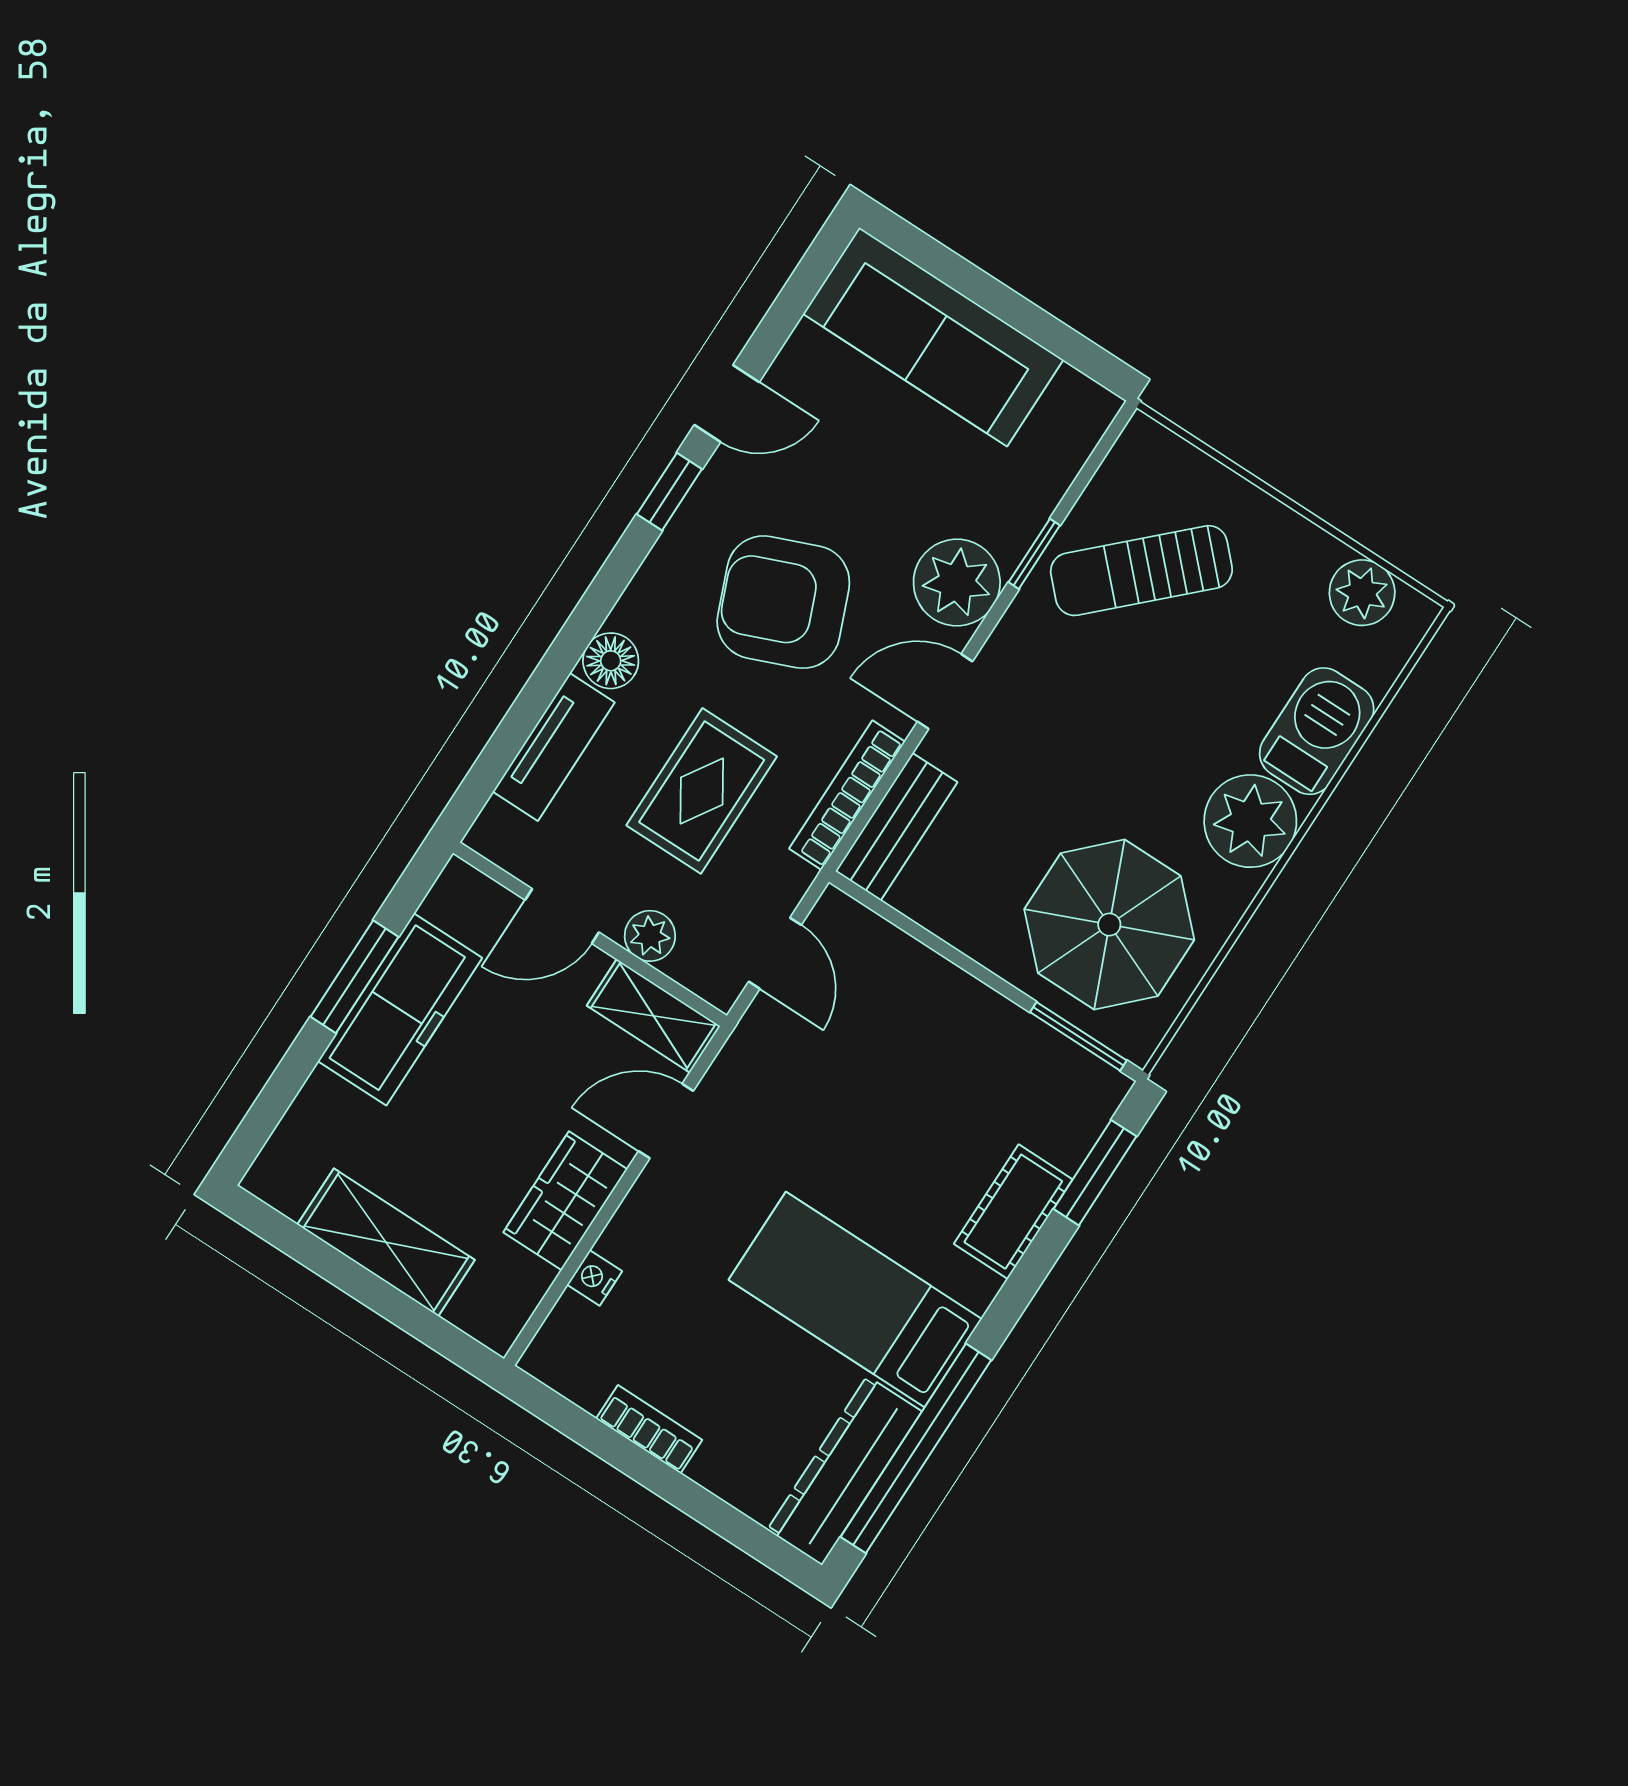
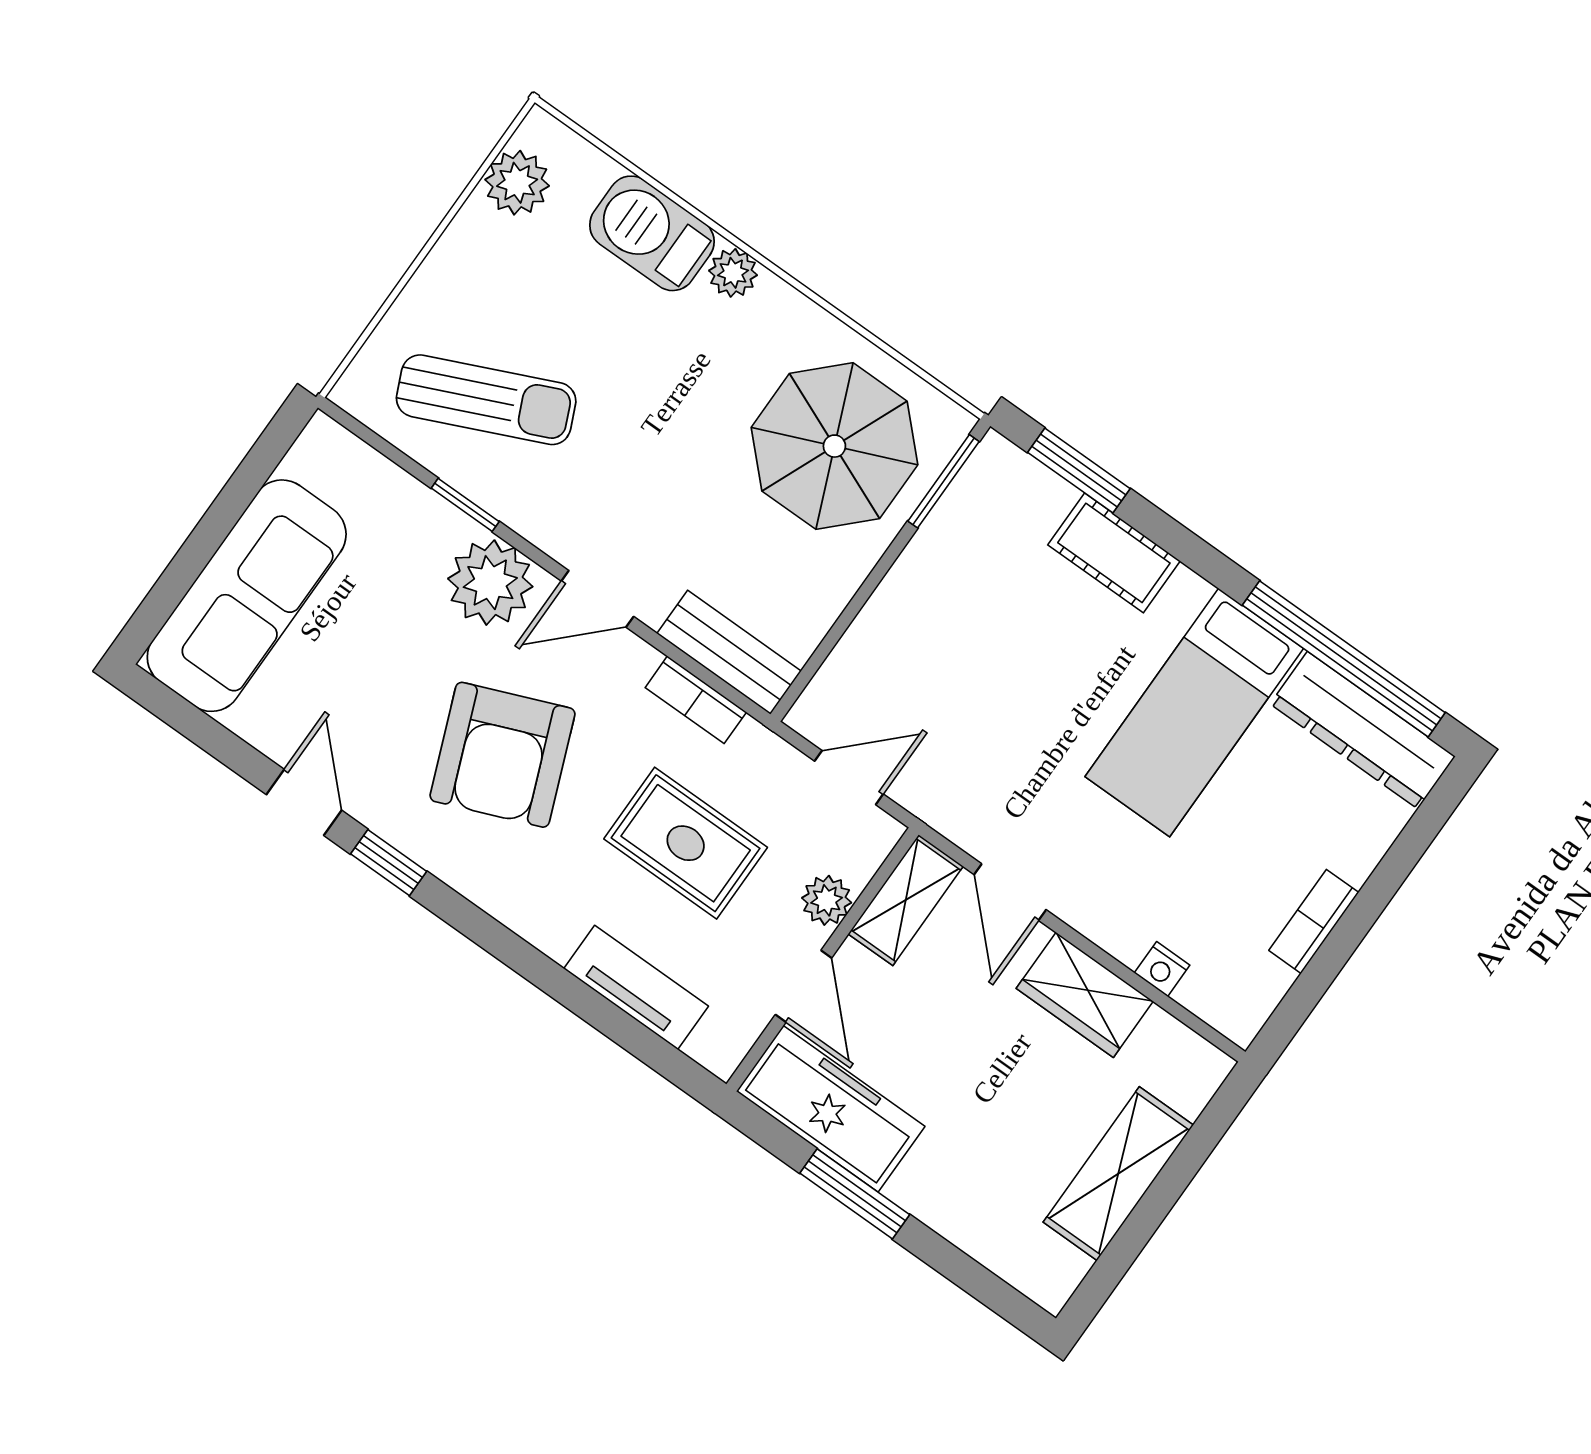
sun lounger: (1141, 571) -> (486, 400), turned -70
floor lamp: (611, 661) -> (553, 928), removed
door: (945, 691) -> (597, 599), hinge flipped
bookcase: (847, 795) -> (696, 700), width x0.64
plant: (1250, 821) -> (733, 273), width x0.53, depth x0.53
freezer: (400, 1009) -> (831, 1109), moved

